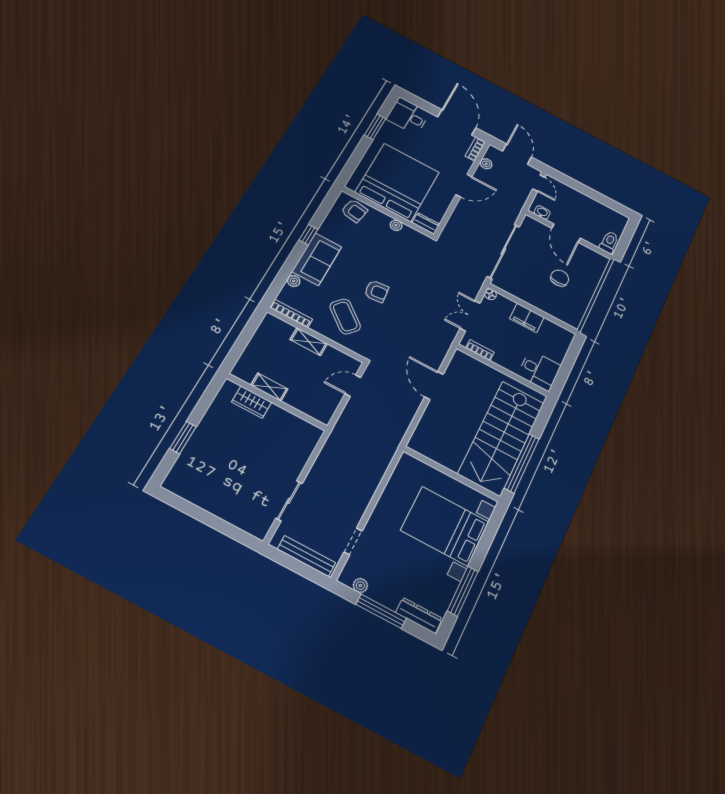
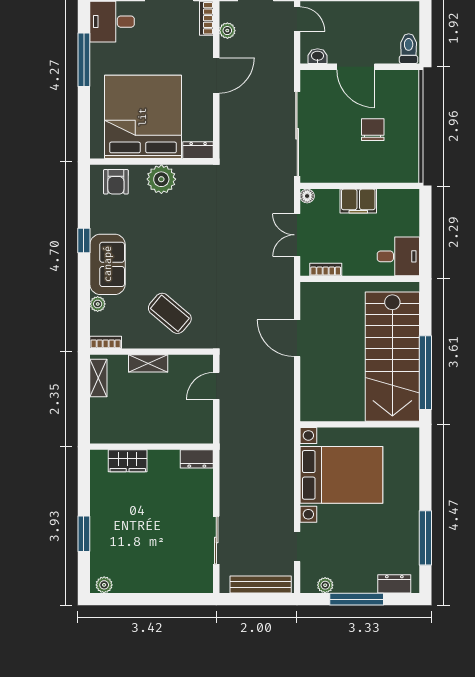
window: (375, 127) -> (84, 60), width x1.44
armchair: (354, 211) -> (116, 182), turned 81
plant: (396, 225) -> (161, 179), width x1.87, depth x1.87
armchair: (376, 291) -> (187, 265), removed
bookcase: (291, 313) -> (106, 342), width x0.64
shelving: (269, 387) -> (98, 378), moved, turned 90
dresser: (308, 430) -> (197, 459), added
plant: (175, 486) -> (104, 585), added
bed with nightstands: (445, 526) -> (341, 475), moved, turned 180
dresser: (419, 615) -> (394, 584), width x0.70

